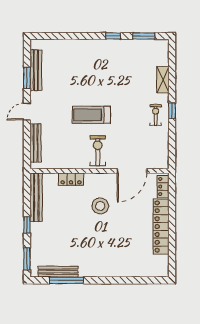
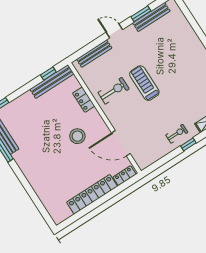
exercise bike: (98, 151) -> (114, 91), moved
window: (27, 225) -> (48, 74), moved

